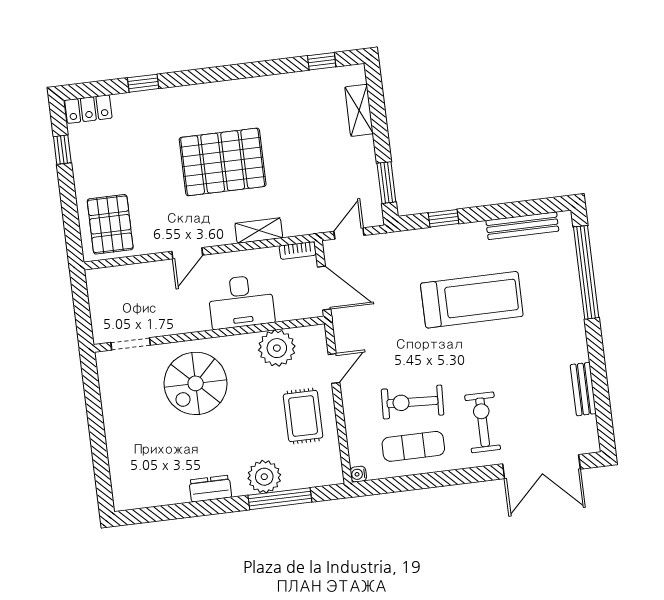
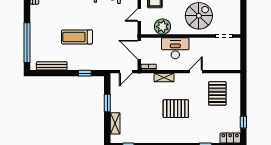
pallet: (223, 162) -> (176, 109), width x0.73, depth x0.71
window: (386, 183) -> (107, 103), moved
pallet: (110, 224) -> (217, 93), moved
treadmill: (472, 300) -> (77, 37), width x0.73, depth x0.73

